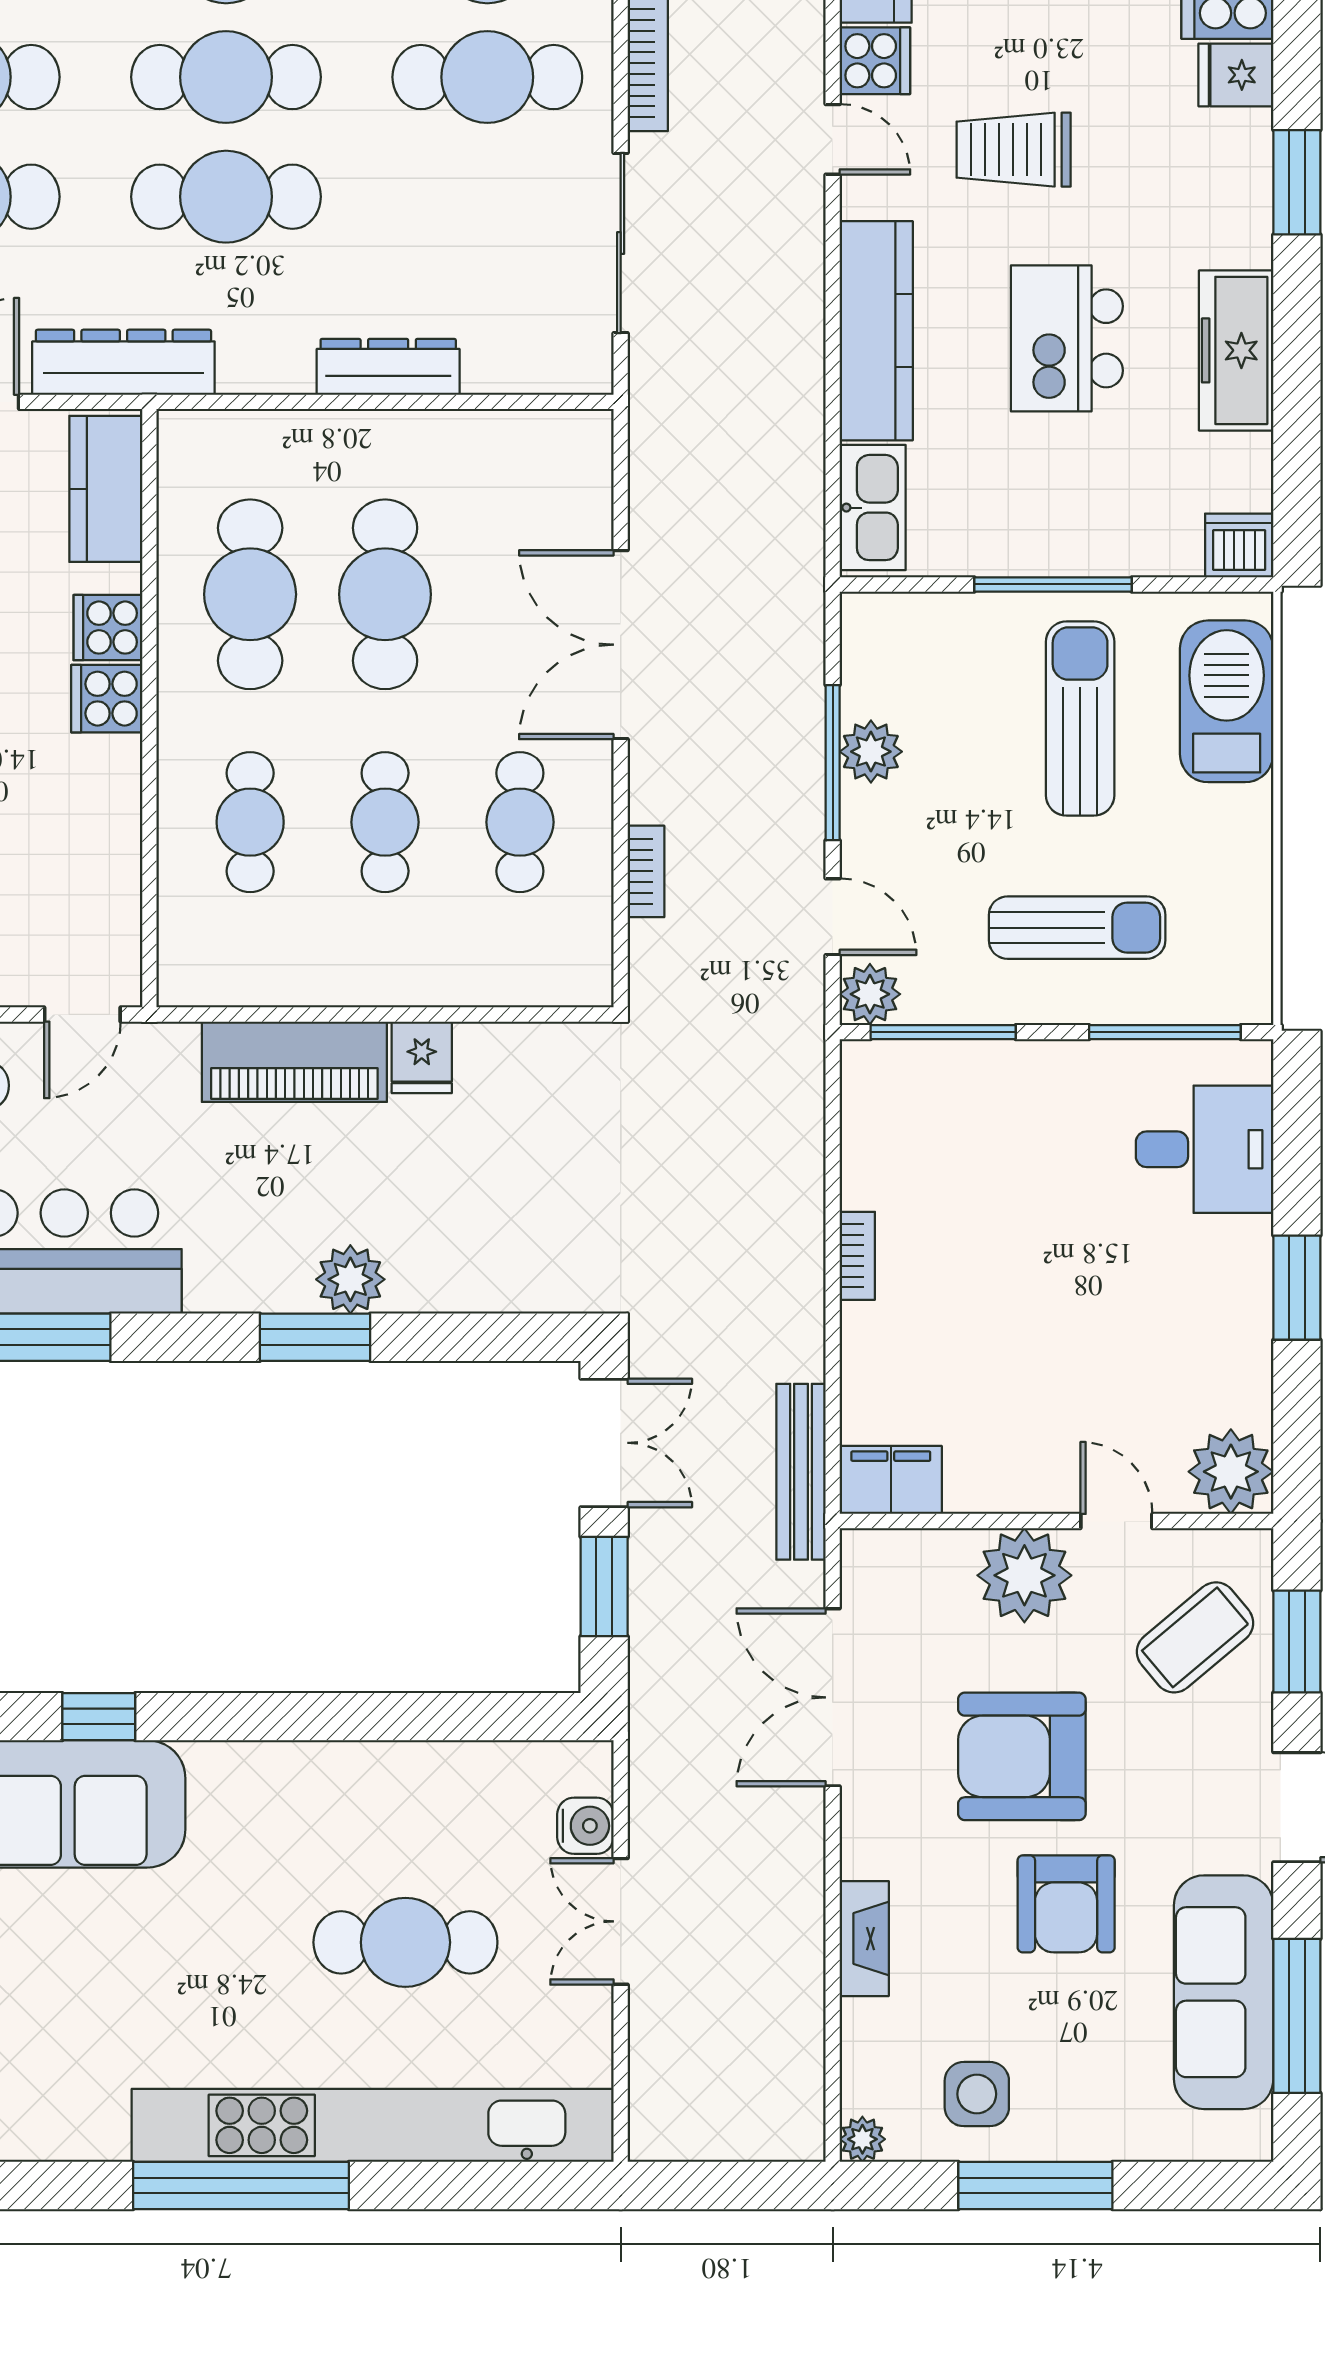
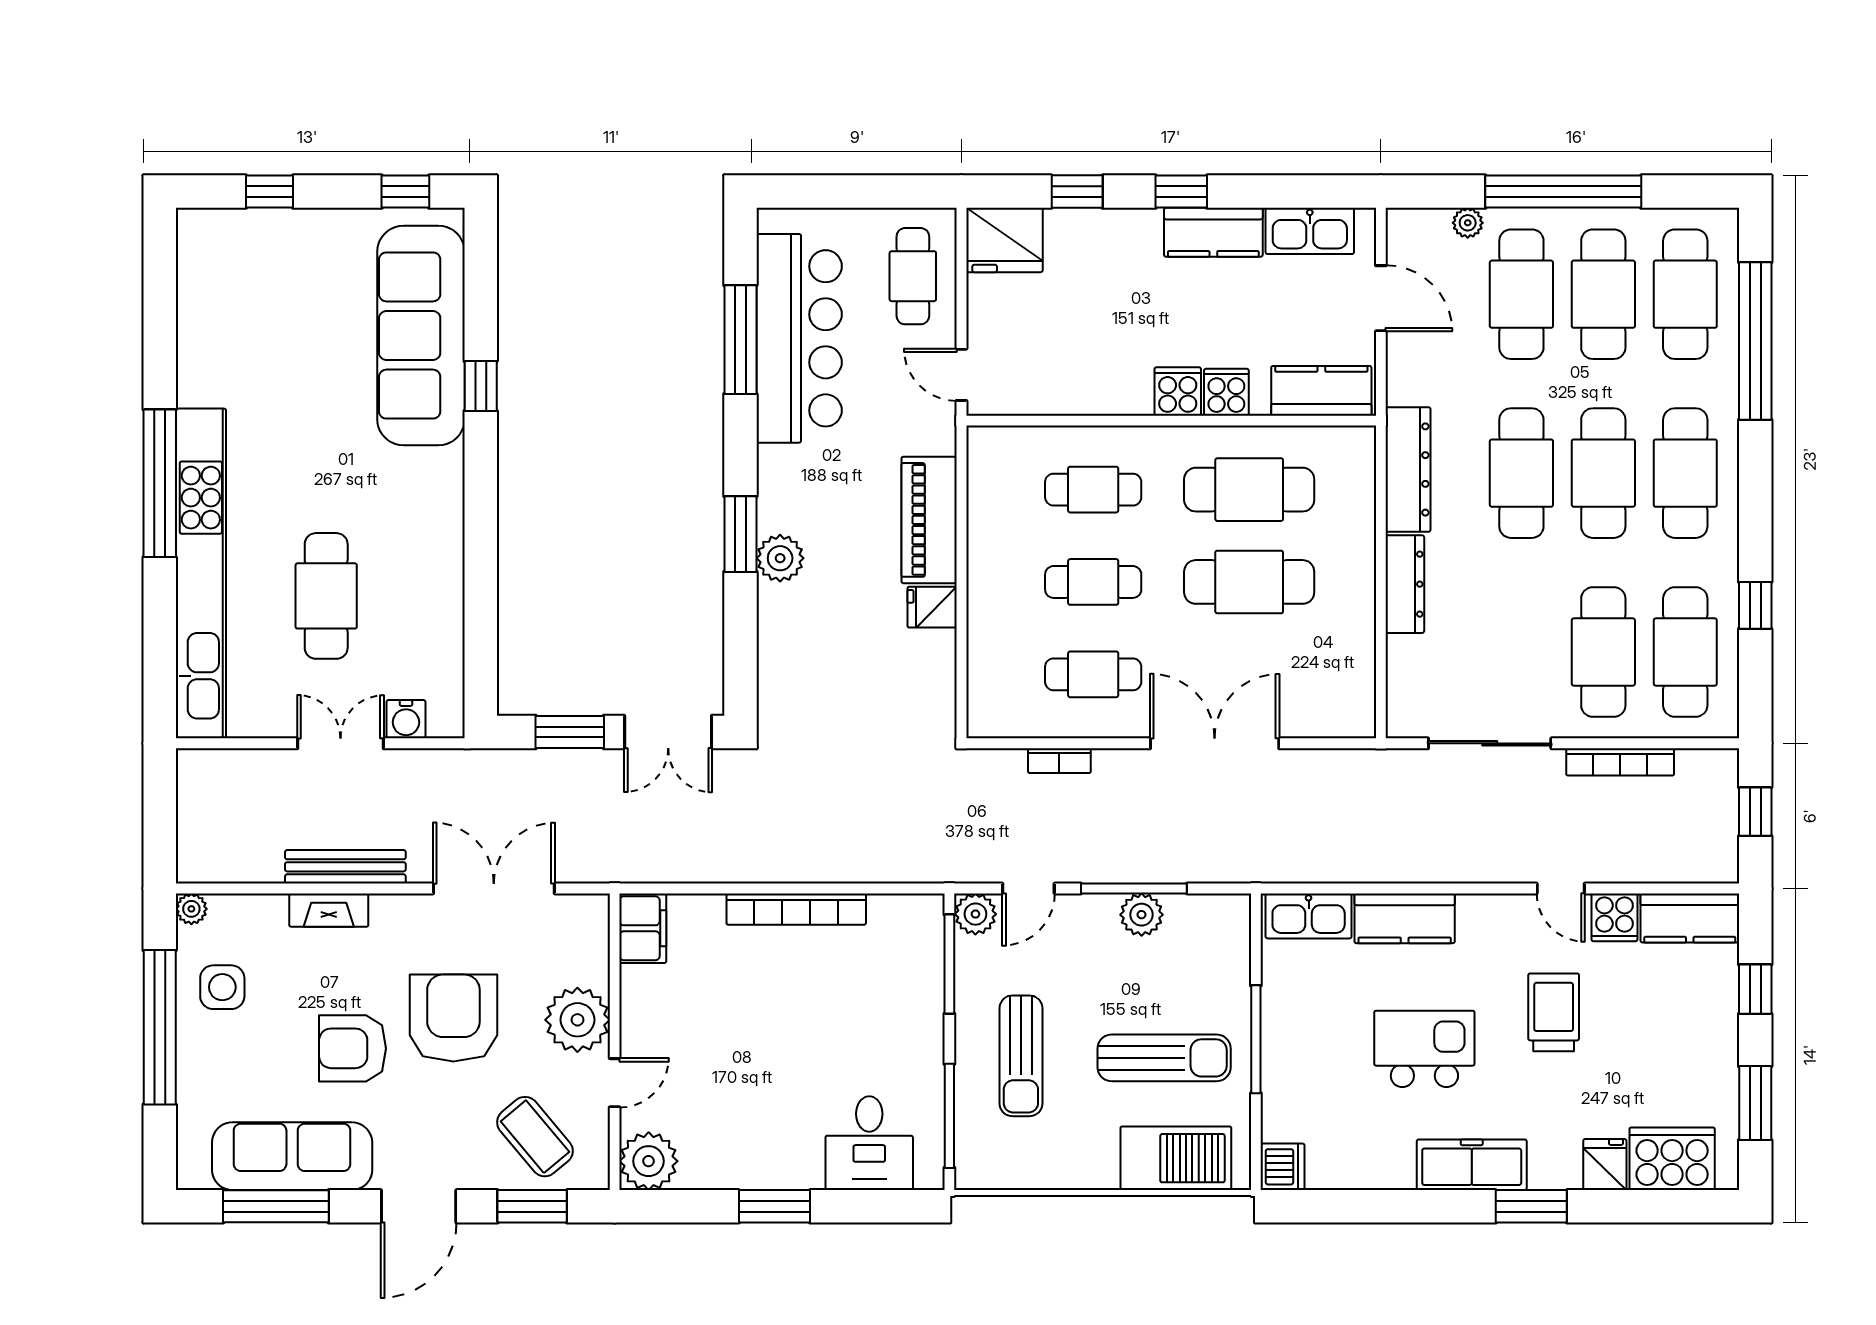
door: (833, 139) -> (1561, 888), hinge flipped
kitchen counter: (876, 331) -> (1405, 918), width x0.67
freezer: (1236, 350) -> (1472, 1165), moved
dresser: (123, 362) -> (1408, 470), moved
bookcase: (857, 1256) -> (796, 909), width x2.31, depth x1.31
bench: (801, 1472) -> (345, 867), moved
window: (1035, 2185) -> (160, 1027), width x1.46

